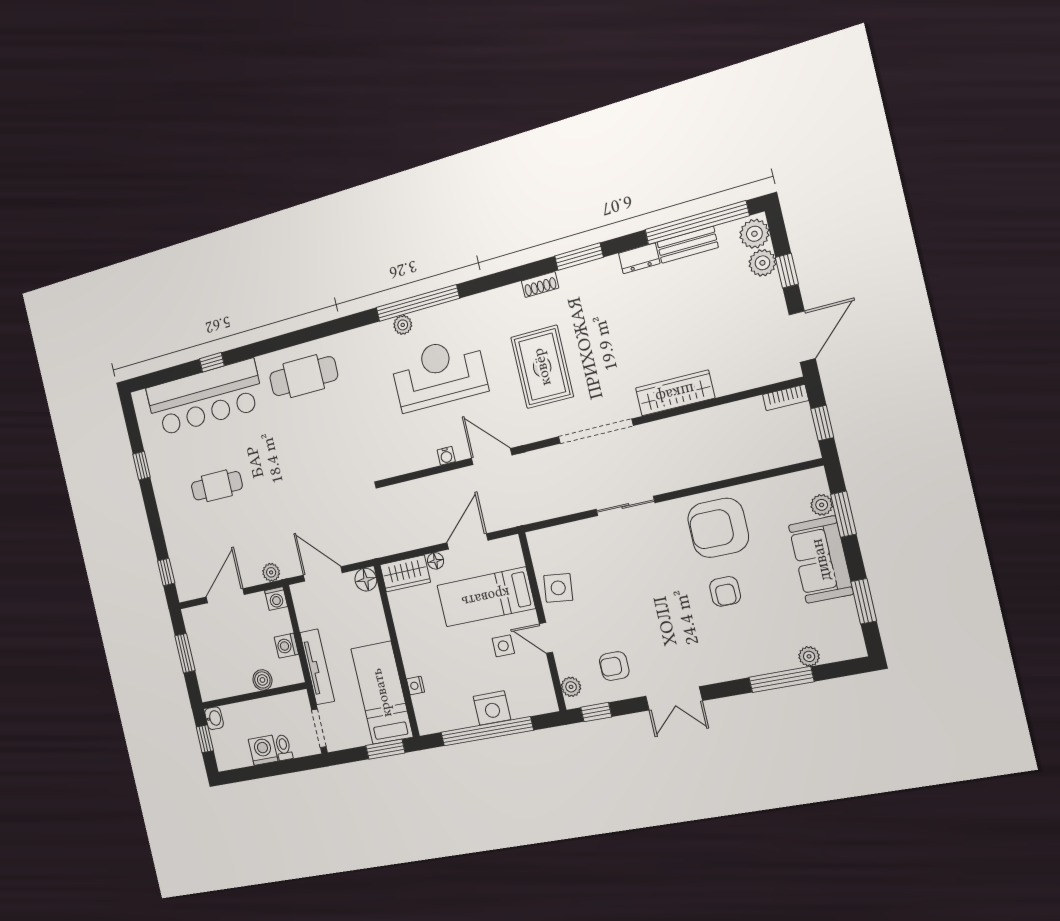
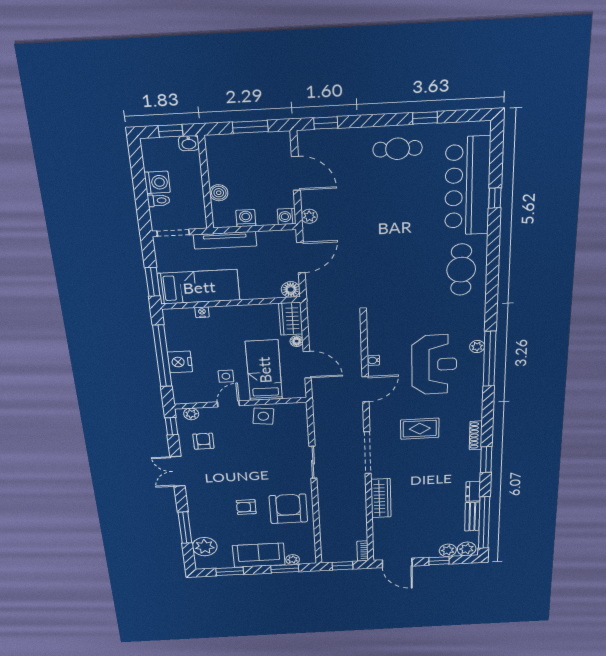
shoe rack: (540, 284) -> (476, 435), width x1.43
rug: (542, 367) -> (420, 429), width x0.73, depth x0.70
cafe table: (217, 486) -> (398, 149), moved, turned 90
plant: (809, 656) -> (205, 547), width x1.88, depth x1.88

